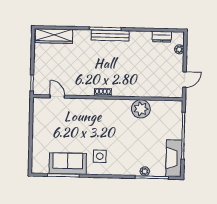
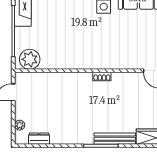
bench: (110, 35) -> (115, 139), moved
plant: (141, 109) -> (30, 59), moved

